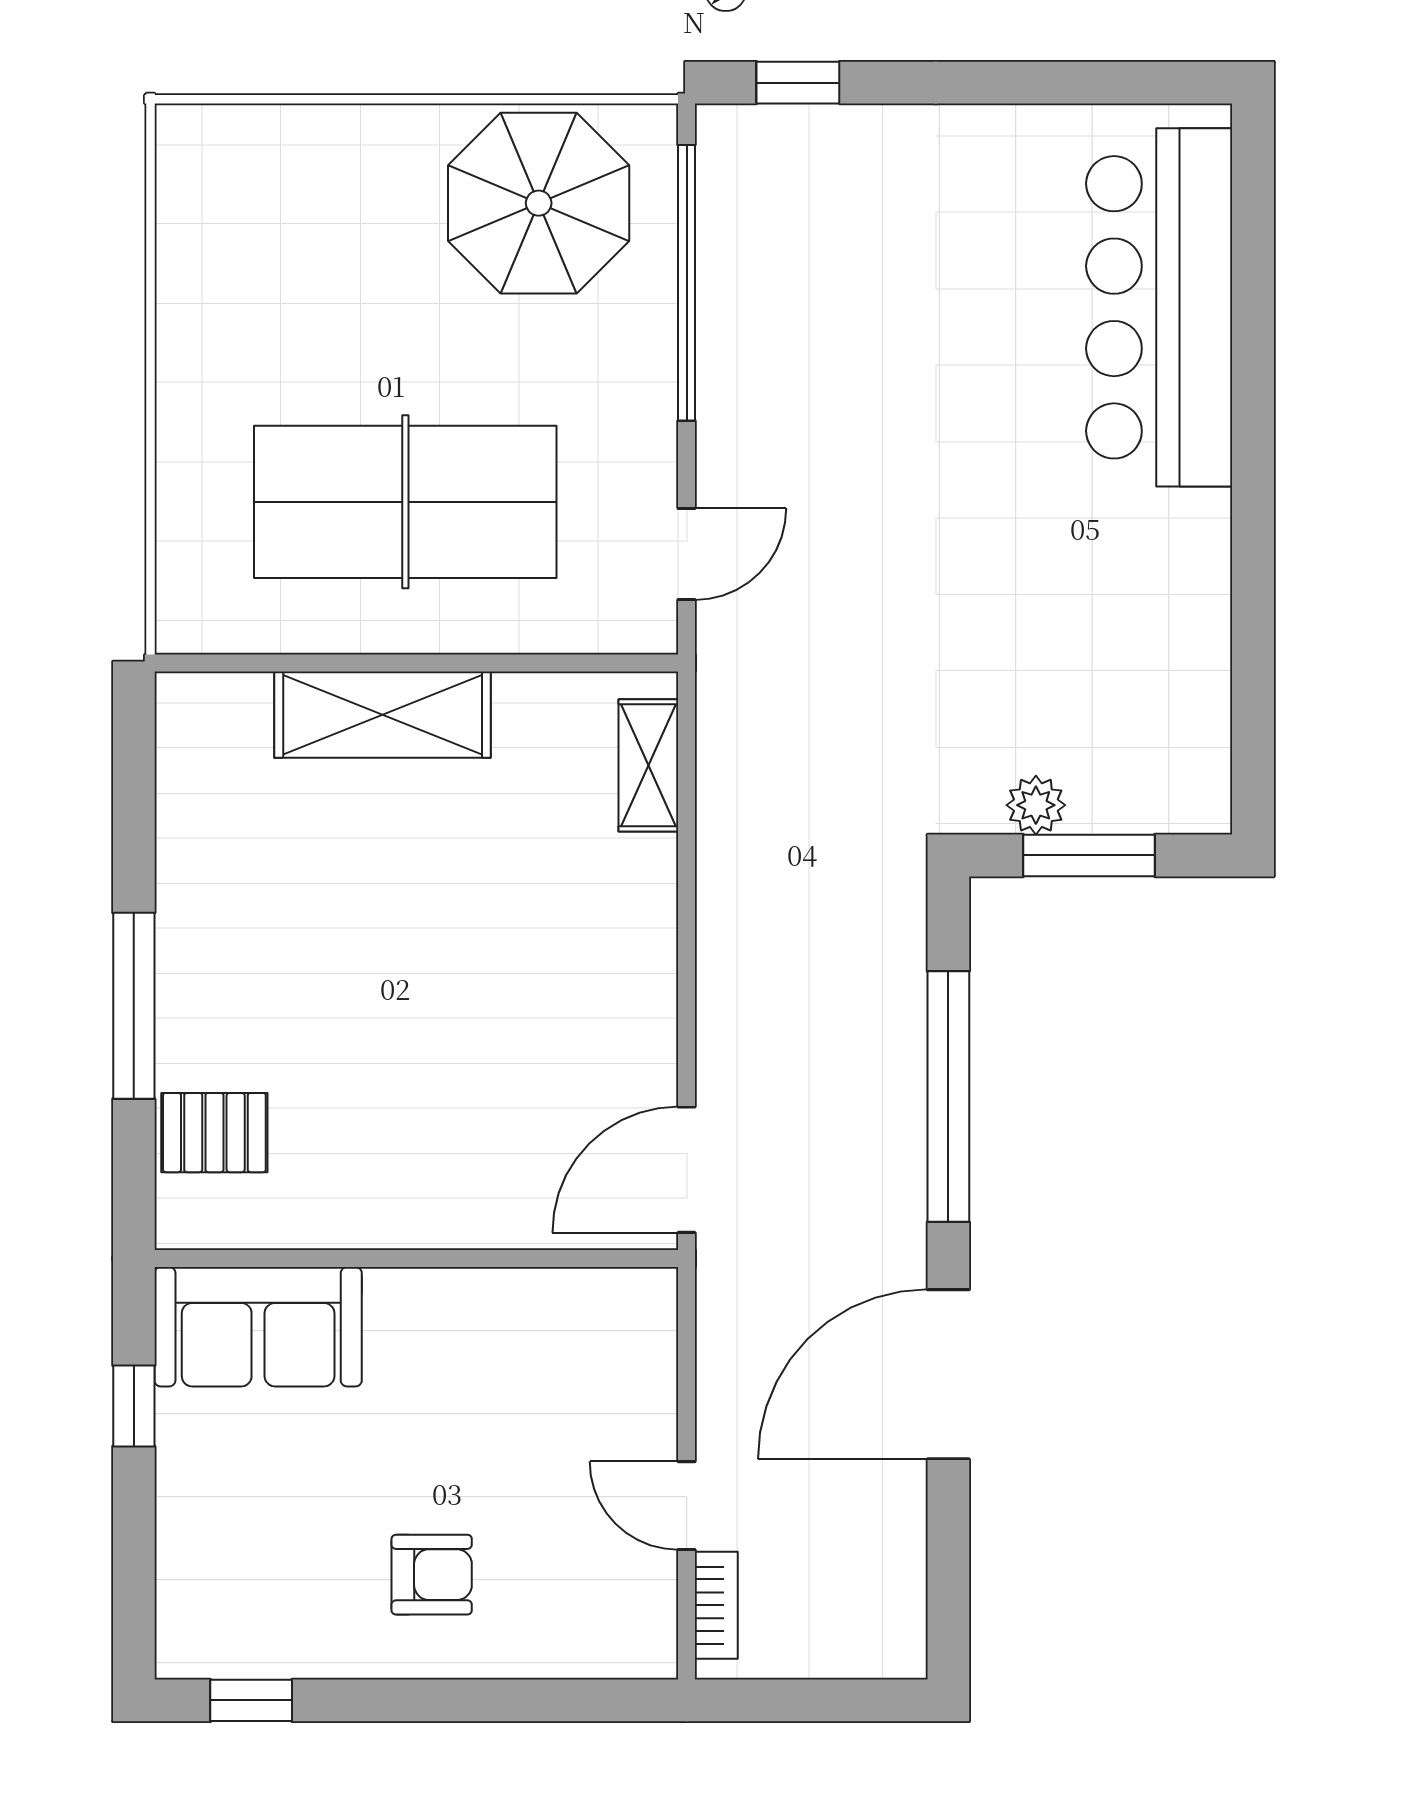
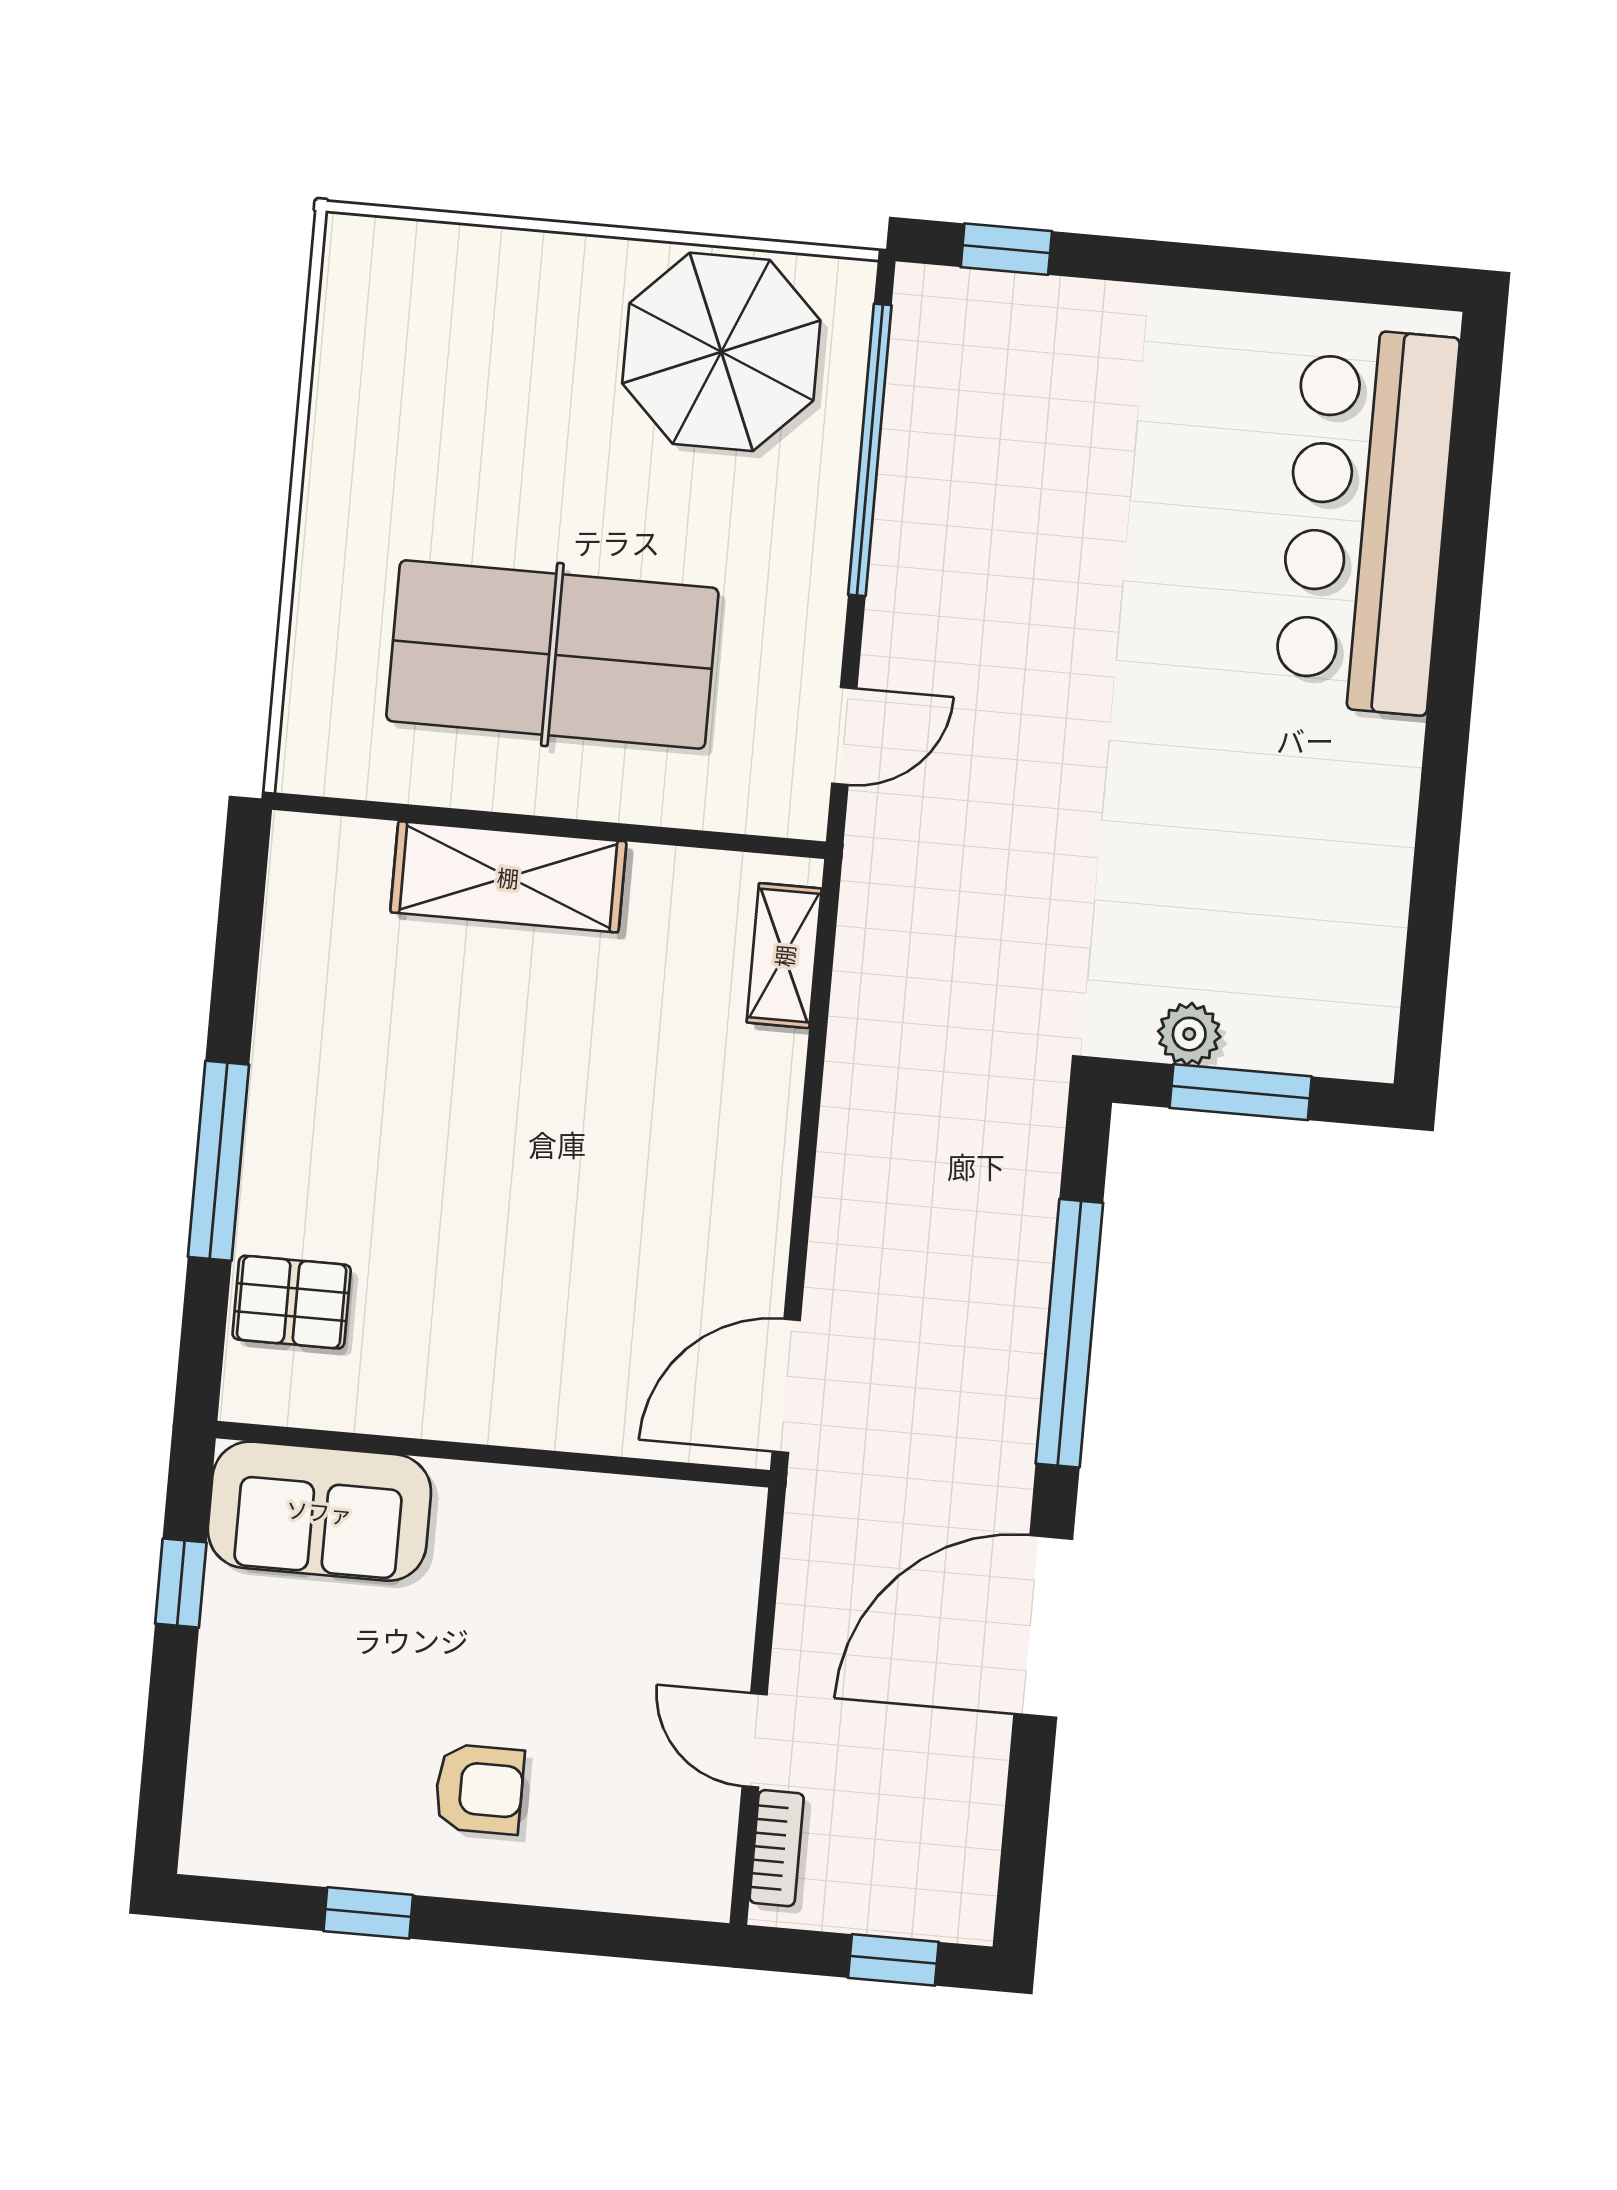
window: (251, 1700) -> (368, 1913), moved
window: (835, 1700) -> (893, 1960), added

